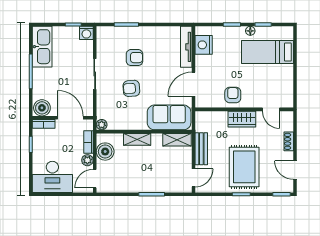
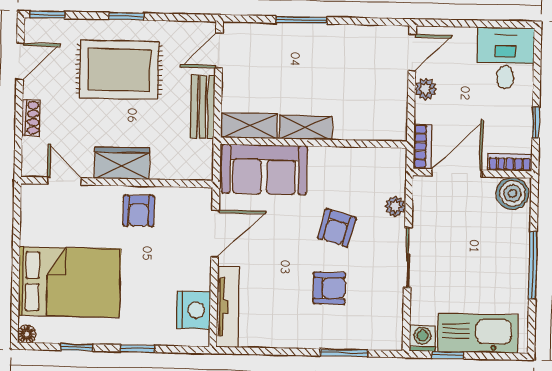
floor lamp: (250, 31) -> (27, 334), moved
kitchen sink: (42, 47) -> (478, 333), moved, turned 90
bed: (267, 52) -> (69, 282), width x1.50
armchair: (135, 58) -> (329, 288), turned 180
armchair: (131, 88) -> (337, 228), turned 110
door: (70, 118) -> (457, 173), swing flipped
plant: (102, 125) -> (395, 207), moved
shelving: (137, 139) -> (306, 127), moved
bookcase: (88, 142) -> (422, 147), moved
boiler: (105, 152) -> (391, 105), removed
rug: (244, 167) -> (119, 70), turned 90
door: (295, 170) -> (20, 61), hinge flipped
desk: (52, 177) -> (505, 58), width x0.73

